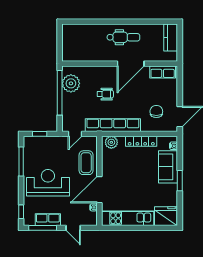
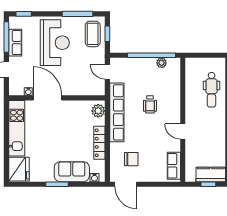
dental chair: (123, 37) -> (212, 90), moved
window: (180, 40) -> (208, 184), added
door: (131, 64) -> (183, 131), width x0.53
plant: (71, 83) -> (162, 63), width x0.53, depth x0.53
coffee table: (86, 163) -> (93, 34), moved, turned 90

